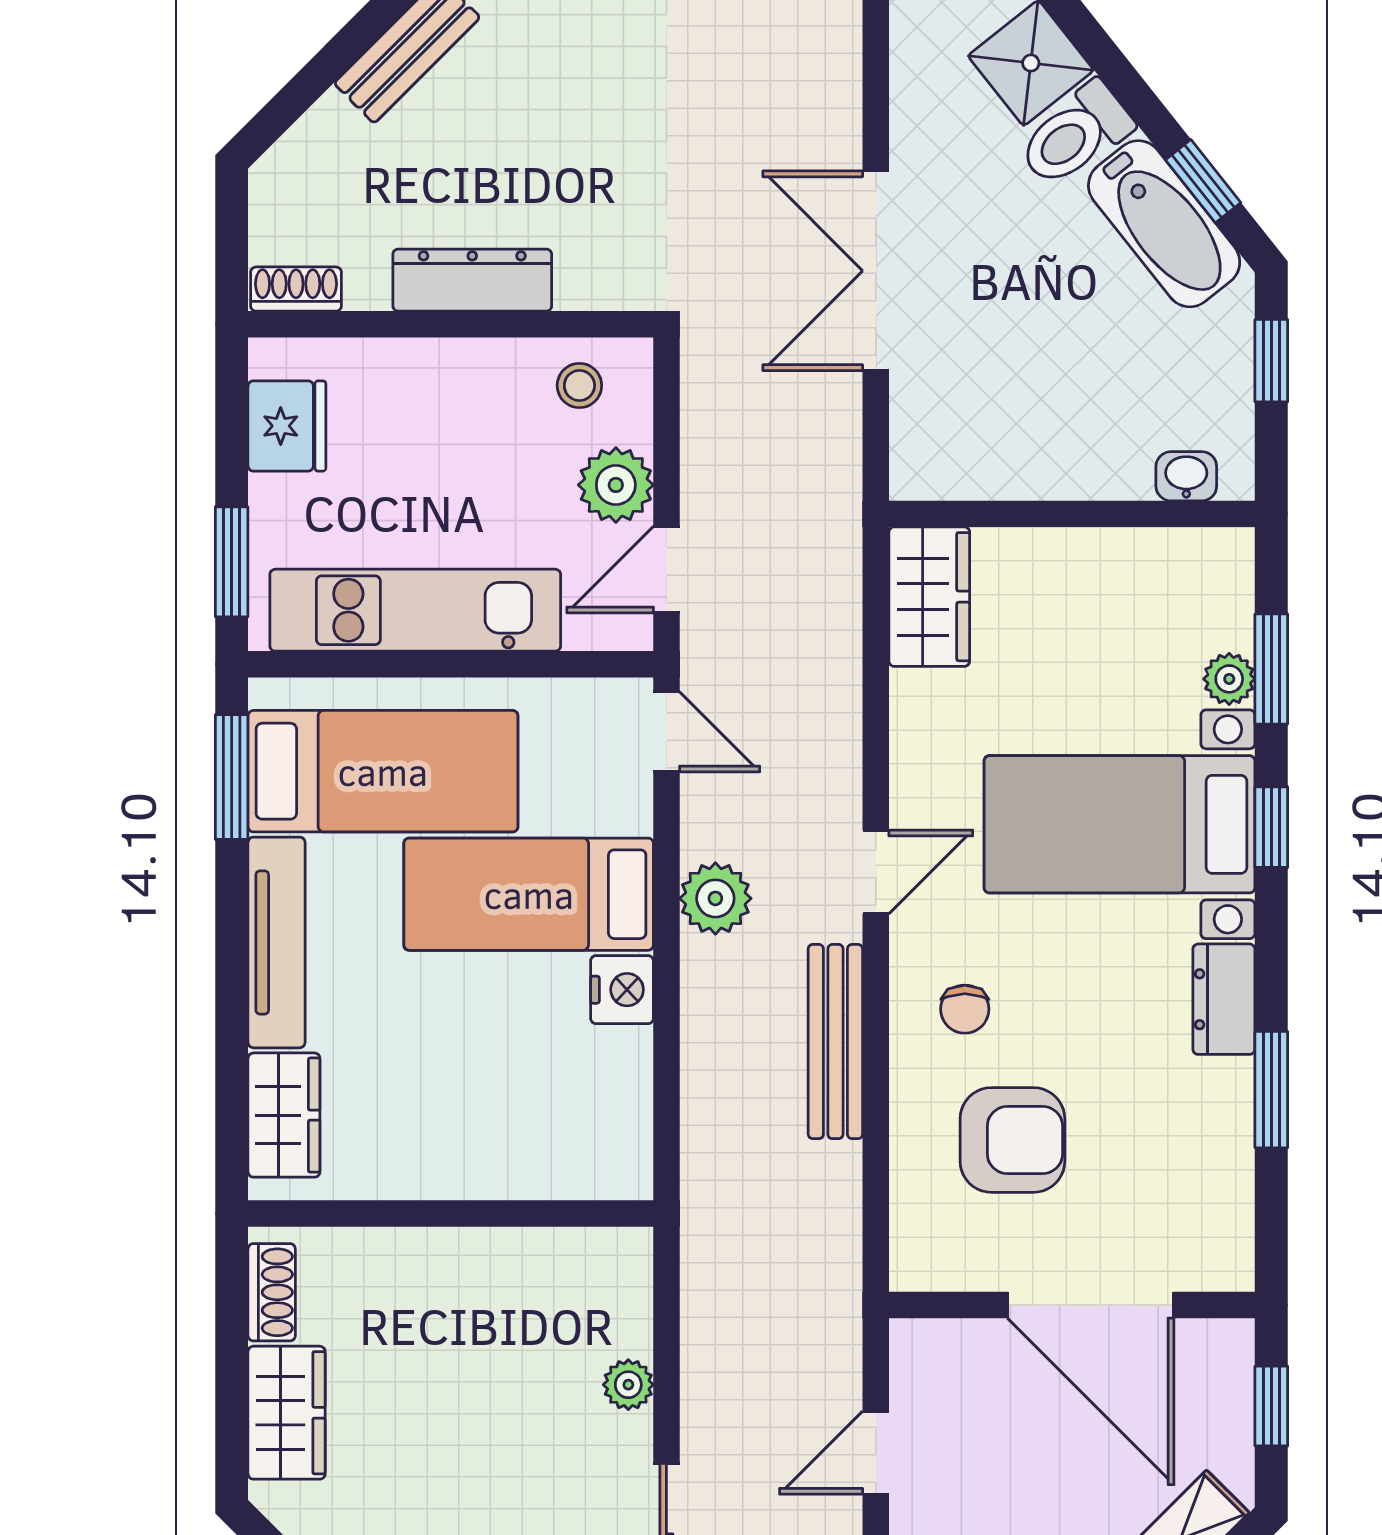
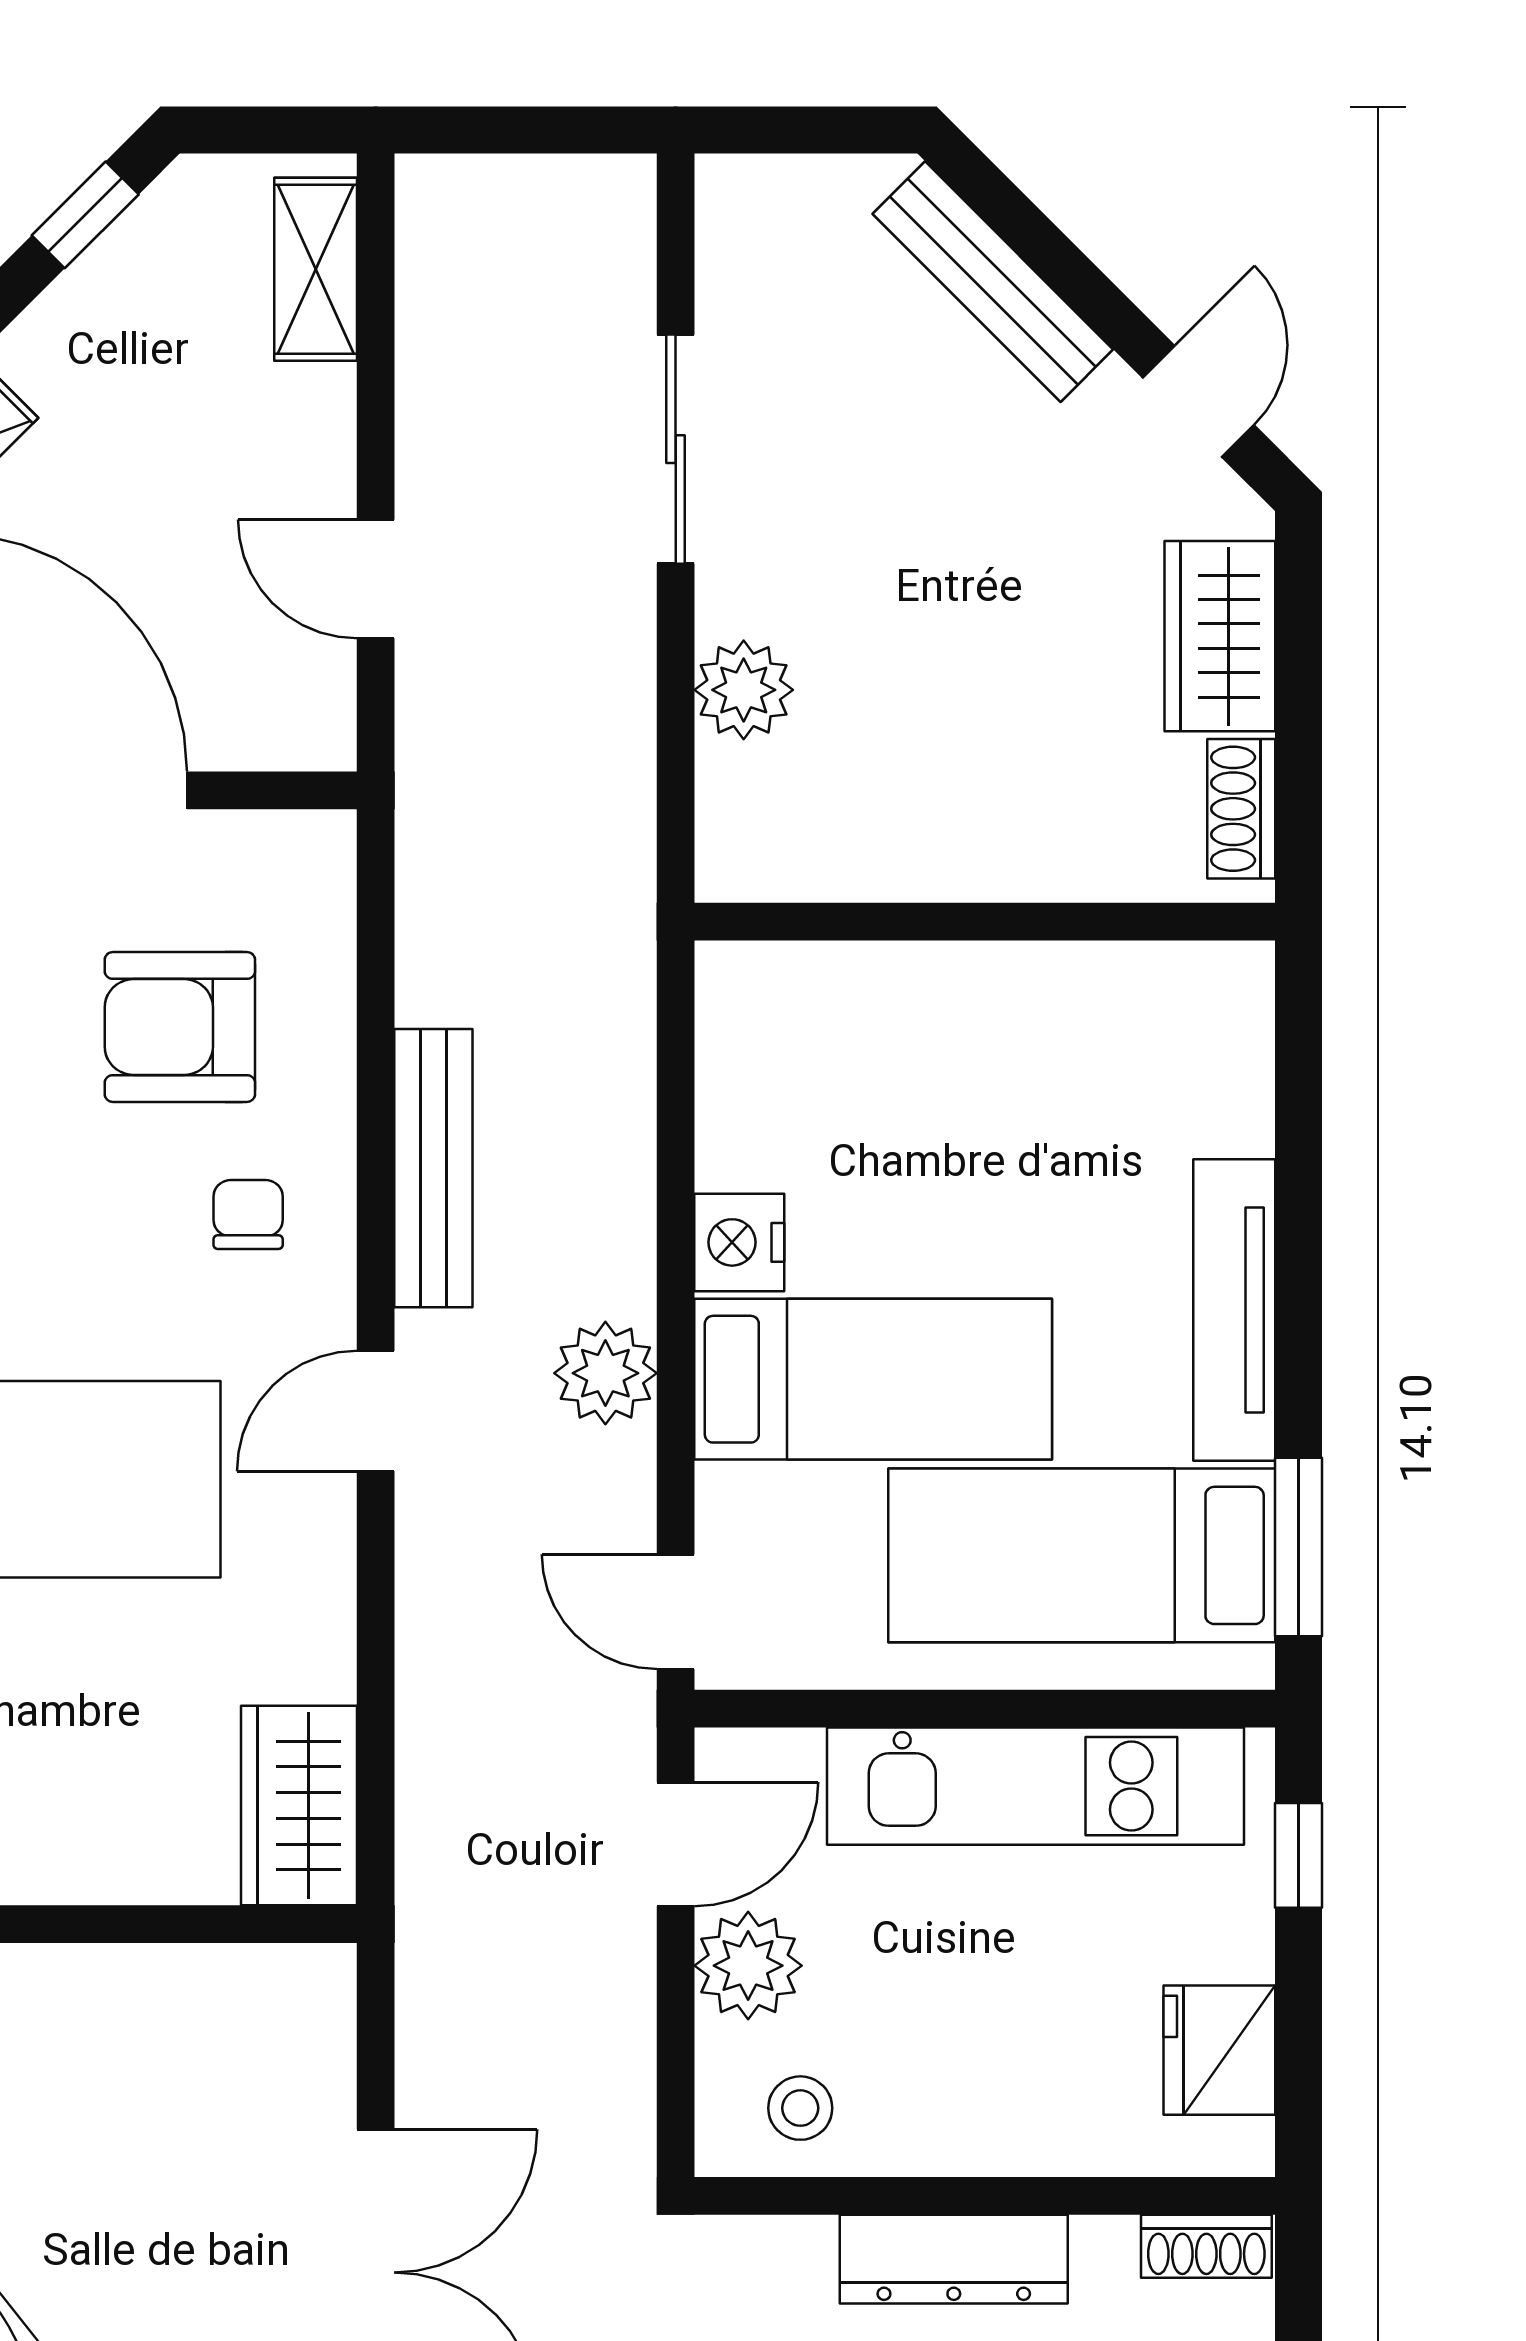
window: (232, 562) -> (1299, 1855), width x0.67
wardrobe: (284, 1115) -> (1224, 1063), removed
plant: (628, 1385) -> (744, 690), width x1.38, depth x1.38
door: (876, 1453) -> (376, 579), swing flipped

